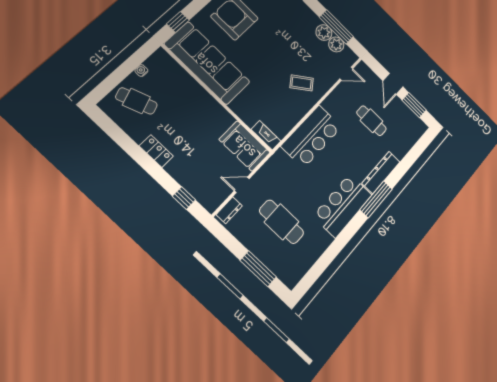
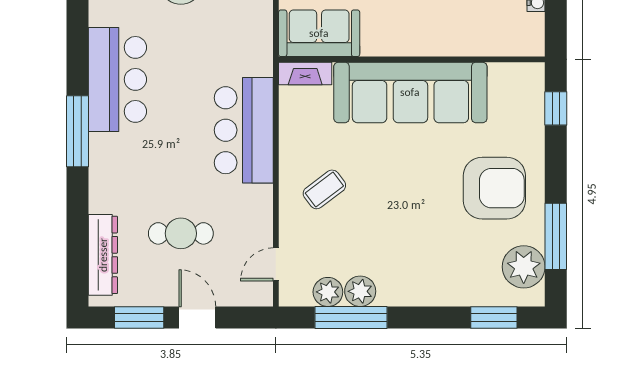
sofa: (207, 63) -> (410, 92), moved
dresser: (381, 173) -> (103, 255), moved

